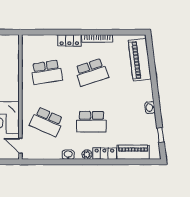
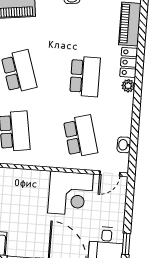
school desk: (47, 122) -> (80, 136), turned -39
washbasin: (68, 155) -> (124, 145), moved

